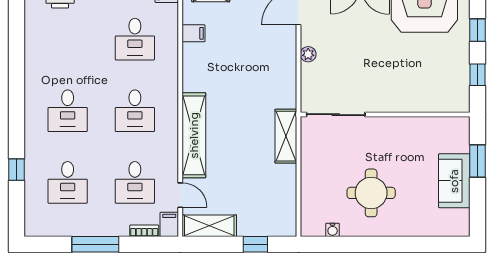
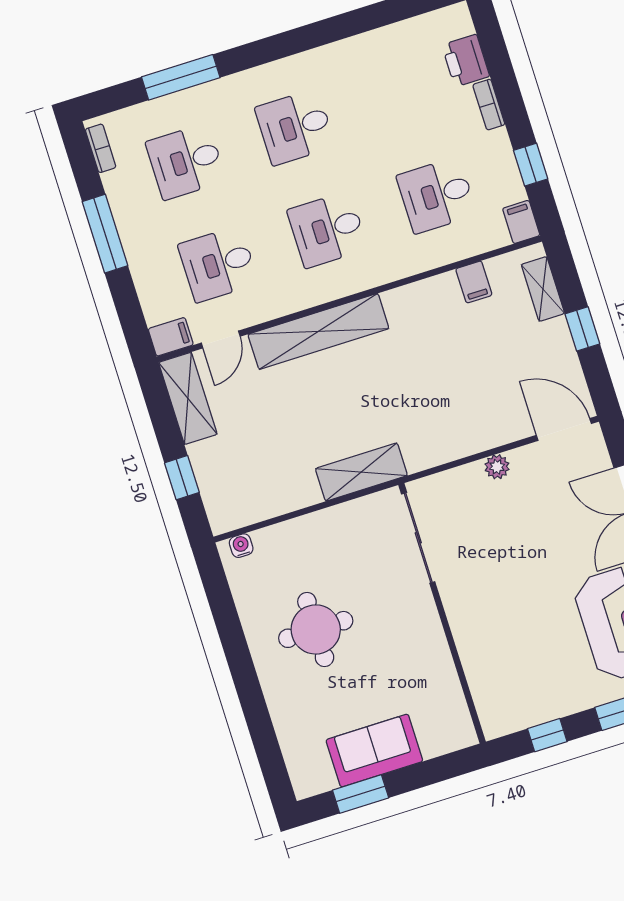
window: (478, 161) -> (361, 794), moved
window: (16, 170) -> (181, 77), width x2.17
water cooler: (333, 230) -> (241, 546), moved, turned 90
bookcase: (144, 231) -> (101, 148), moved

